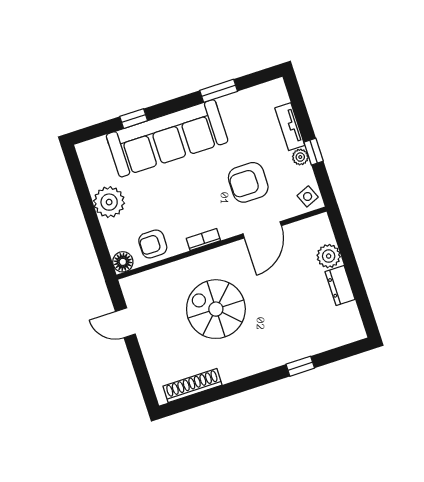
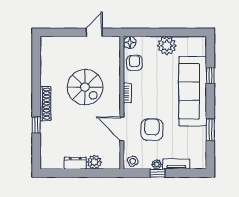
spiral stairs: (216, 309) -> (85, 87), turned 90
shoe rack: (192, 386) -> (45, 104), moved

